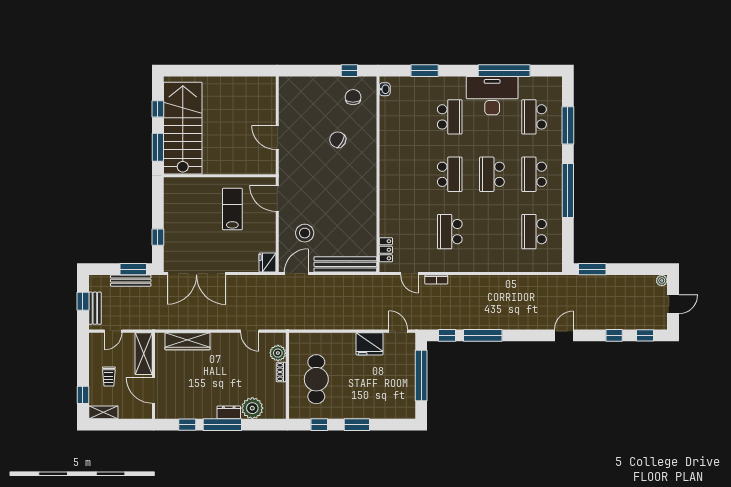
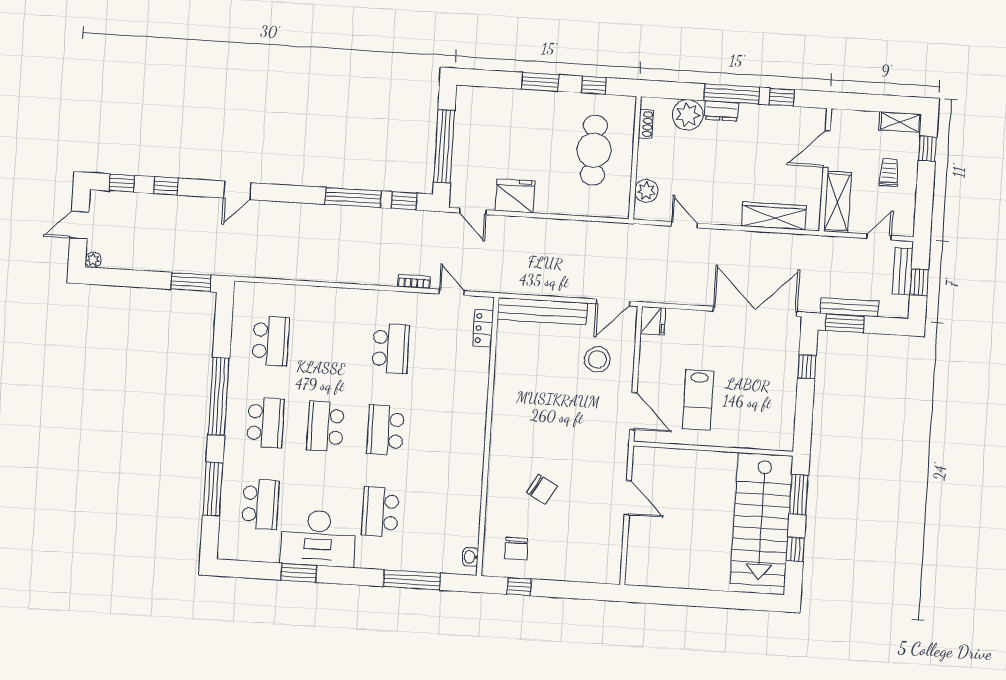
window: (425, 71) -> (412, 580), width x1.44
window: (504, 71) -> (299, 573), width x0.47
school desk: (492, 174) -> (326, 426), turned 180
shoe rack: (281, 372) -> (646, 124), moved
door: (154, 390) -> (827, 149), swing flipped

